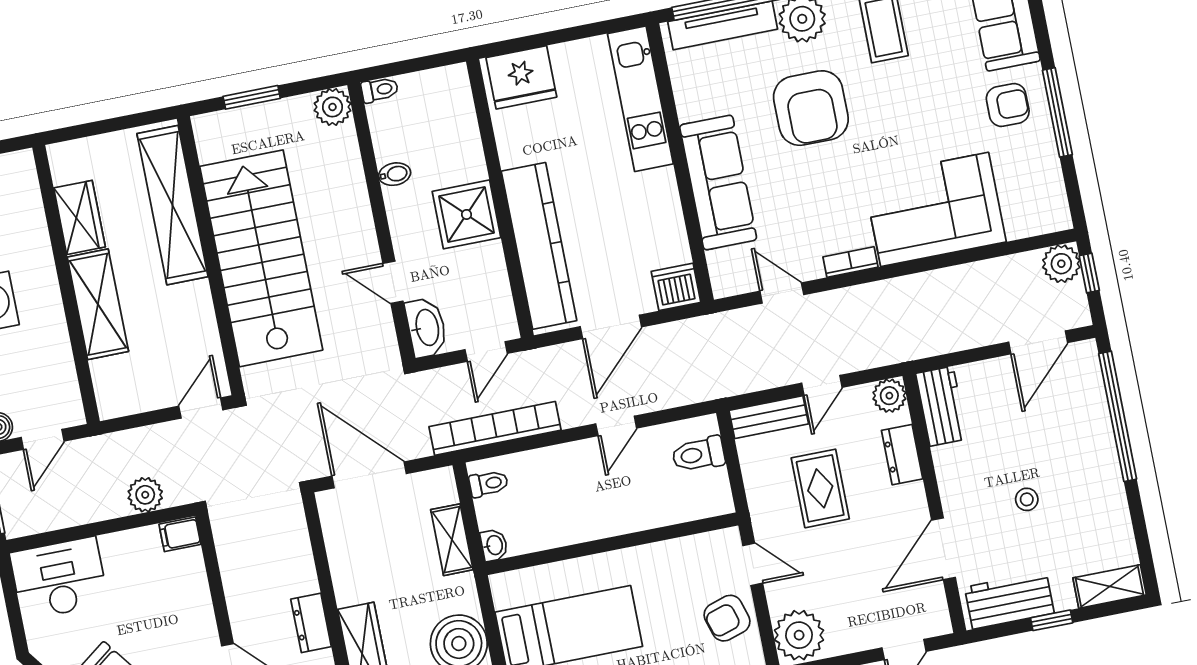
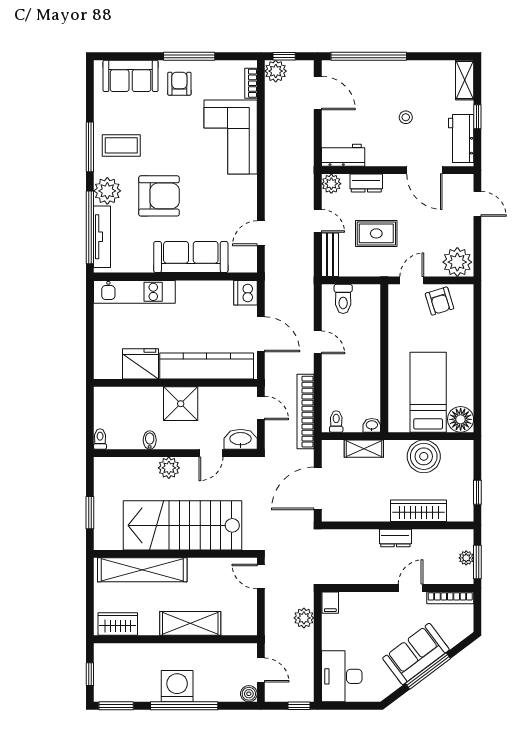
fridge: (521, 77) -> (141, 364), moved, turned -90
plant: (333, 107) -> (169, 468), moved
wardrobe: (79, 217) -> (118, 624), moved
bookcase: (850, 262) -> (251, 83), moved

